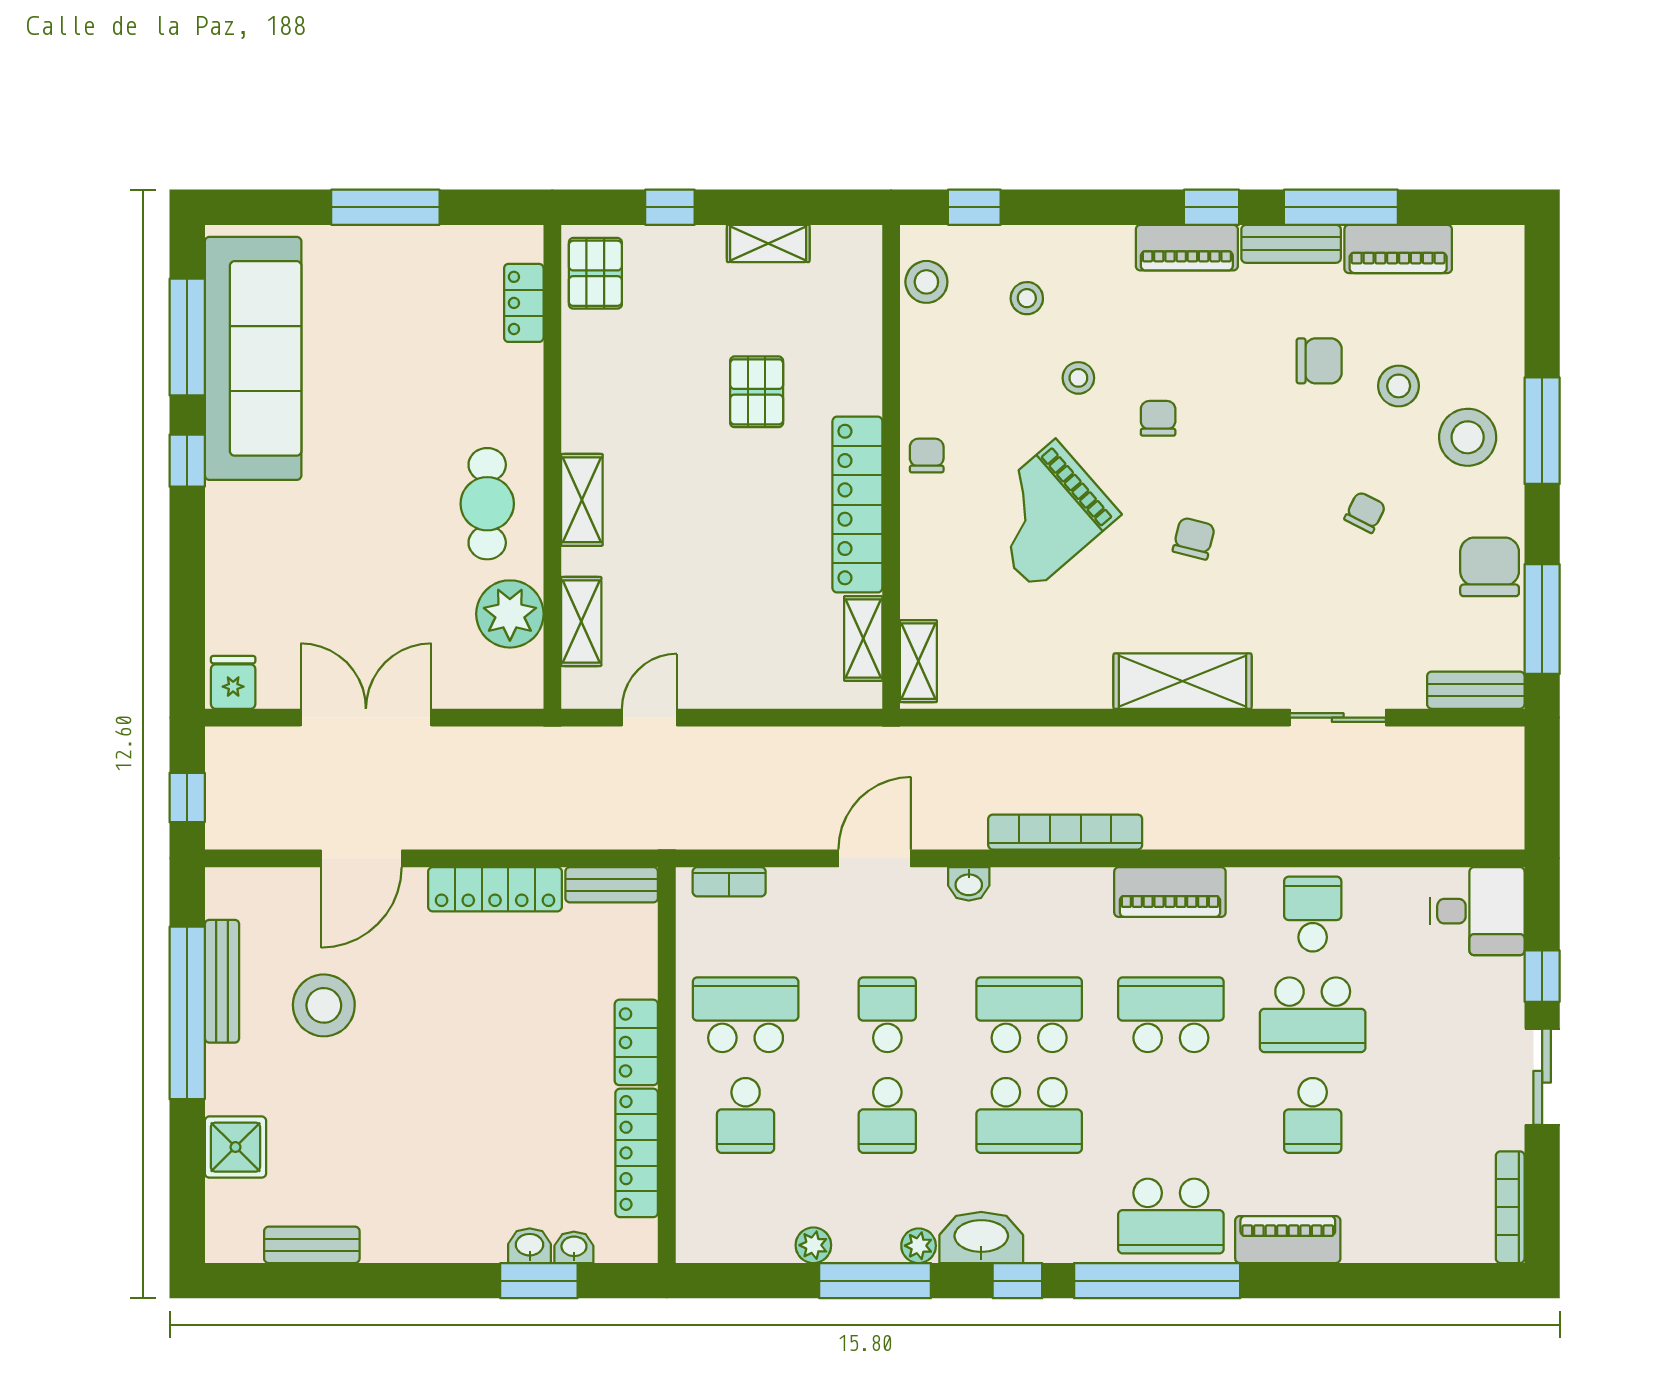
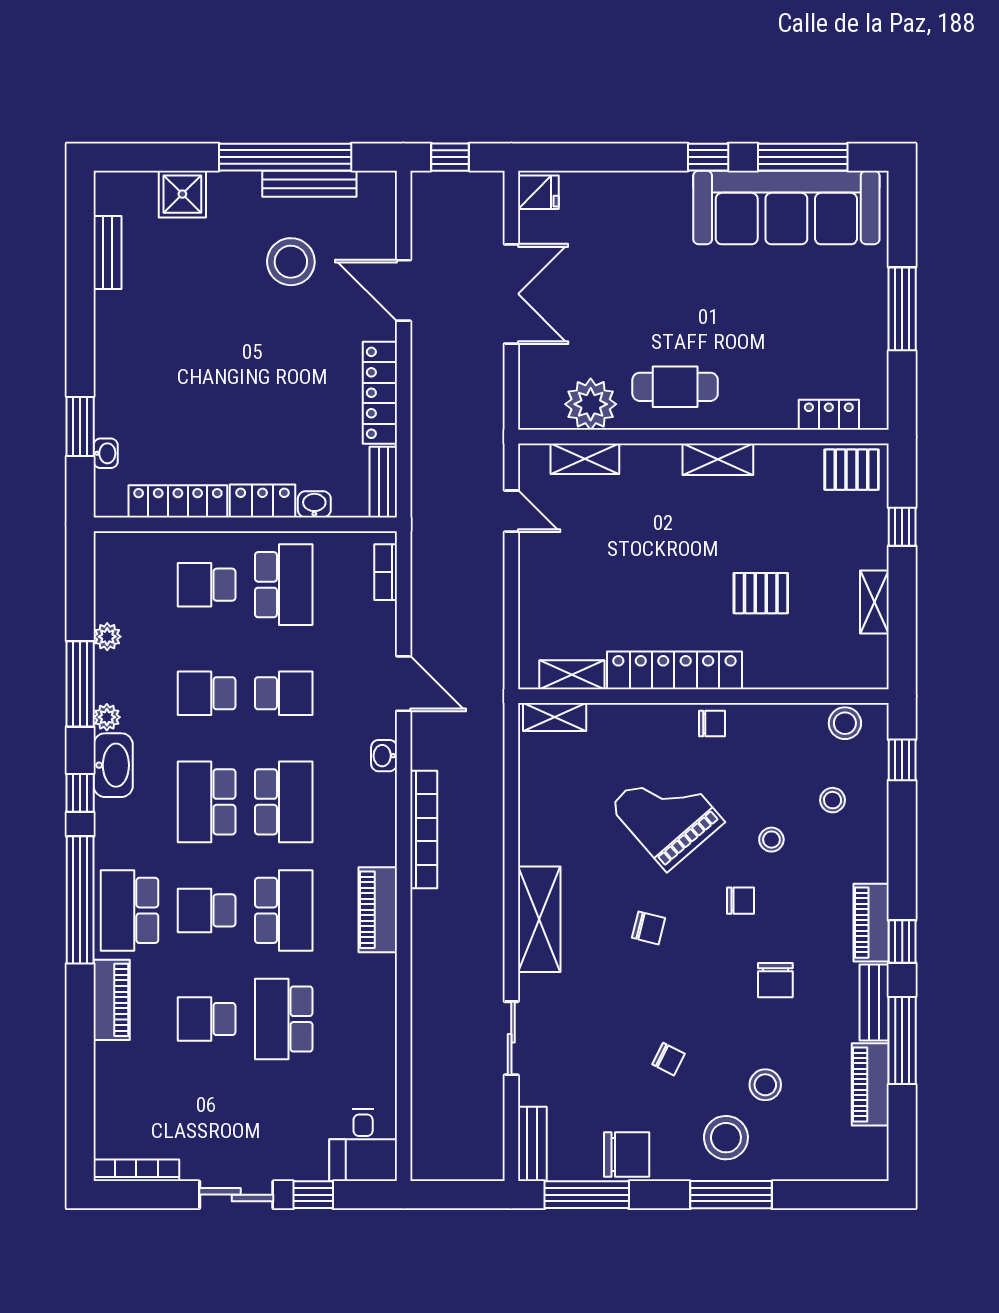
chair: (1319, 361) -> (775, 980), moved
shelving: (582, 500) -> (718, 459), moved
school desk: (1313, 914) -> (207, 910), moved, turned 180
washbasin: (530, 1246) -> (314, 504), moved, turned -90

